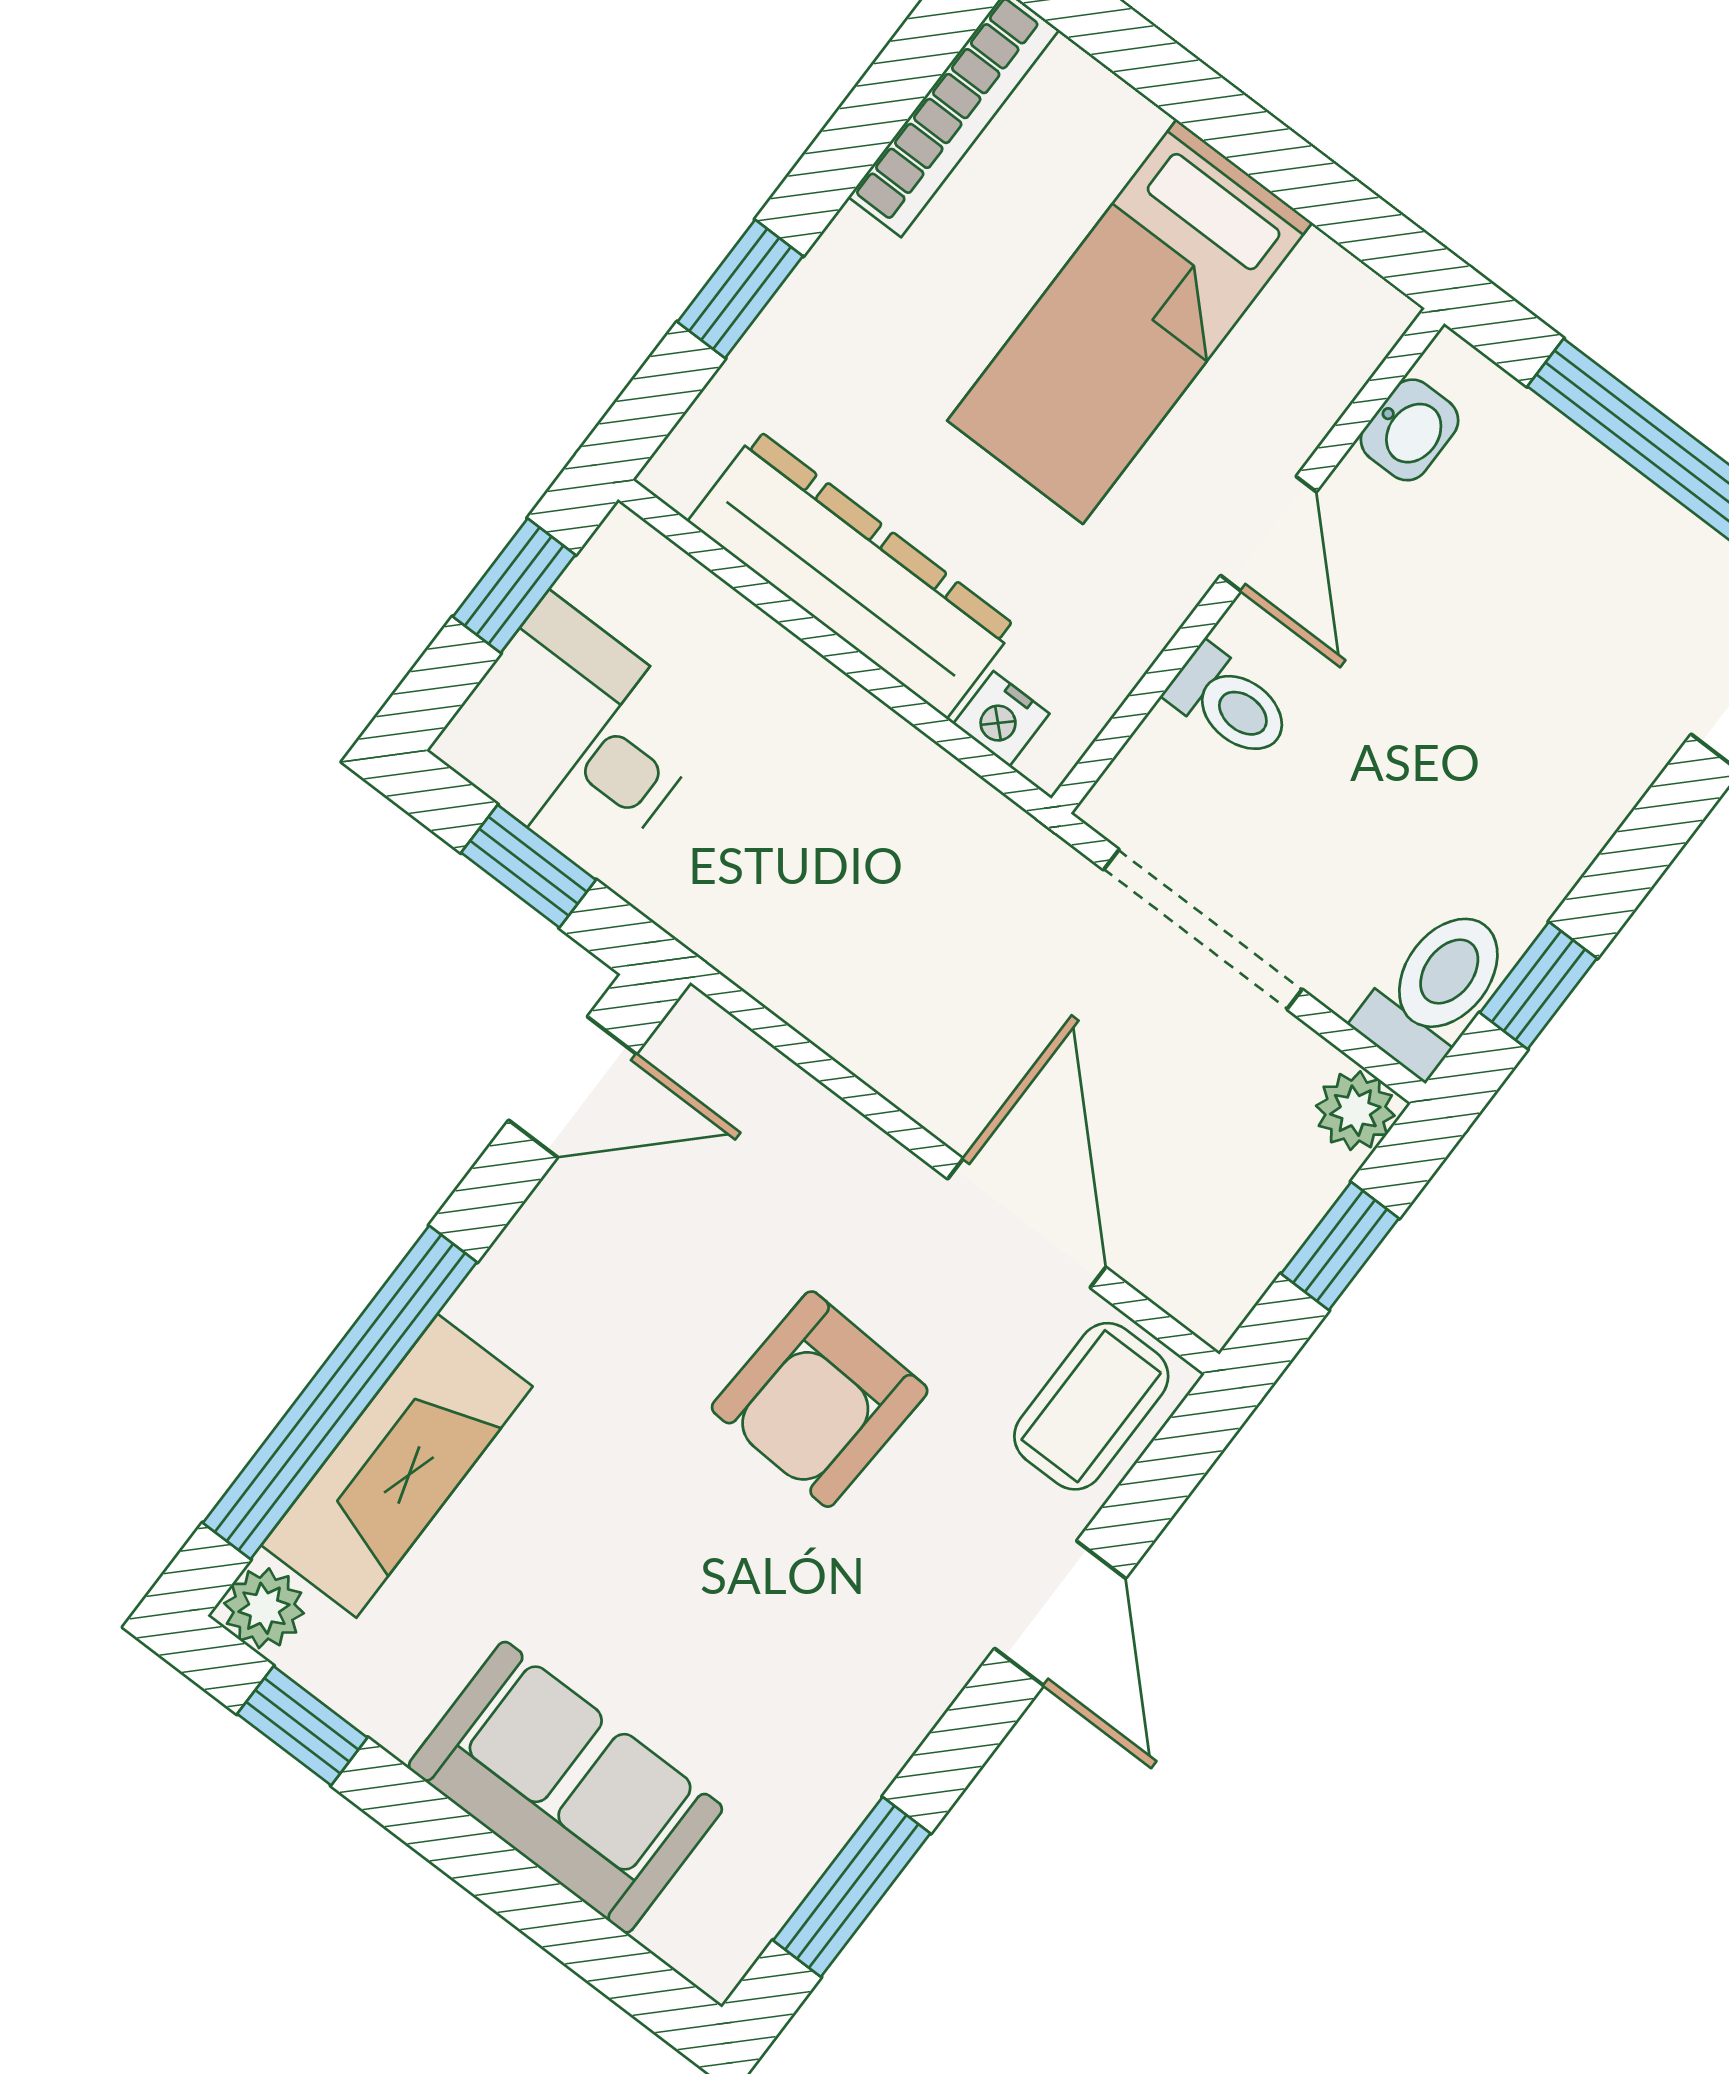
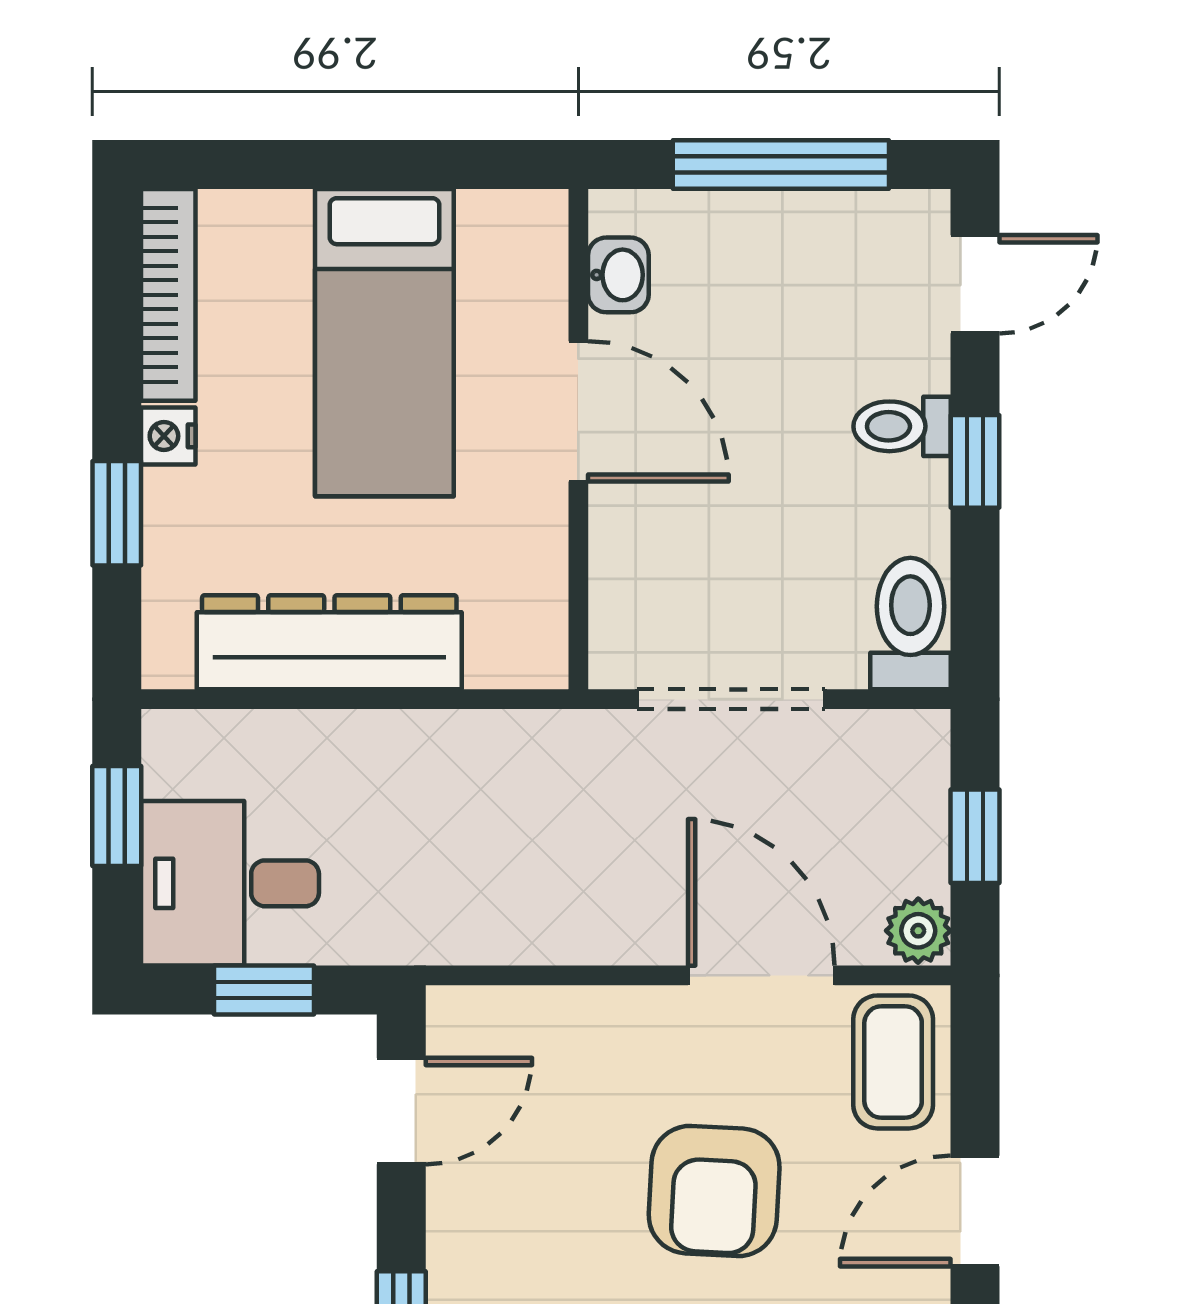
door: (1268, 534) -> (578, 411), width x1.38
toilet: (1230, 703) -> (902, 426), moved, turned 180
nightstand: (1001, 719) -> (168, 436), moved, turned 90
window: (1538, 986) -> (975, 461), moved
plant: (1355, 1111) -> (918, 931), moved
door: (1060, 1613) -> (975, 1211), swing flipped

